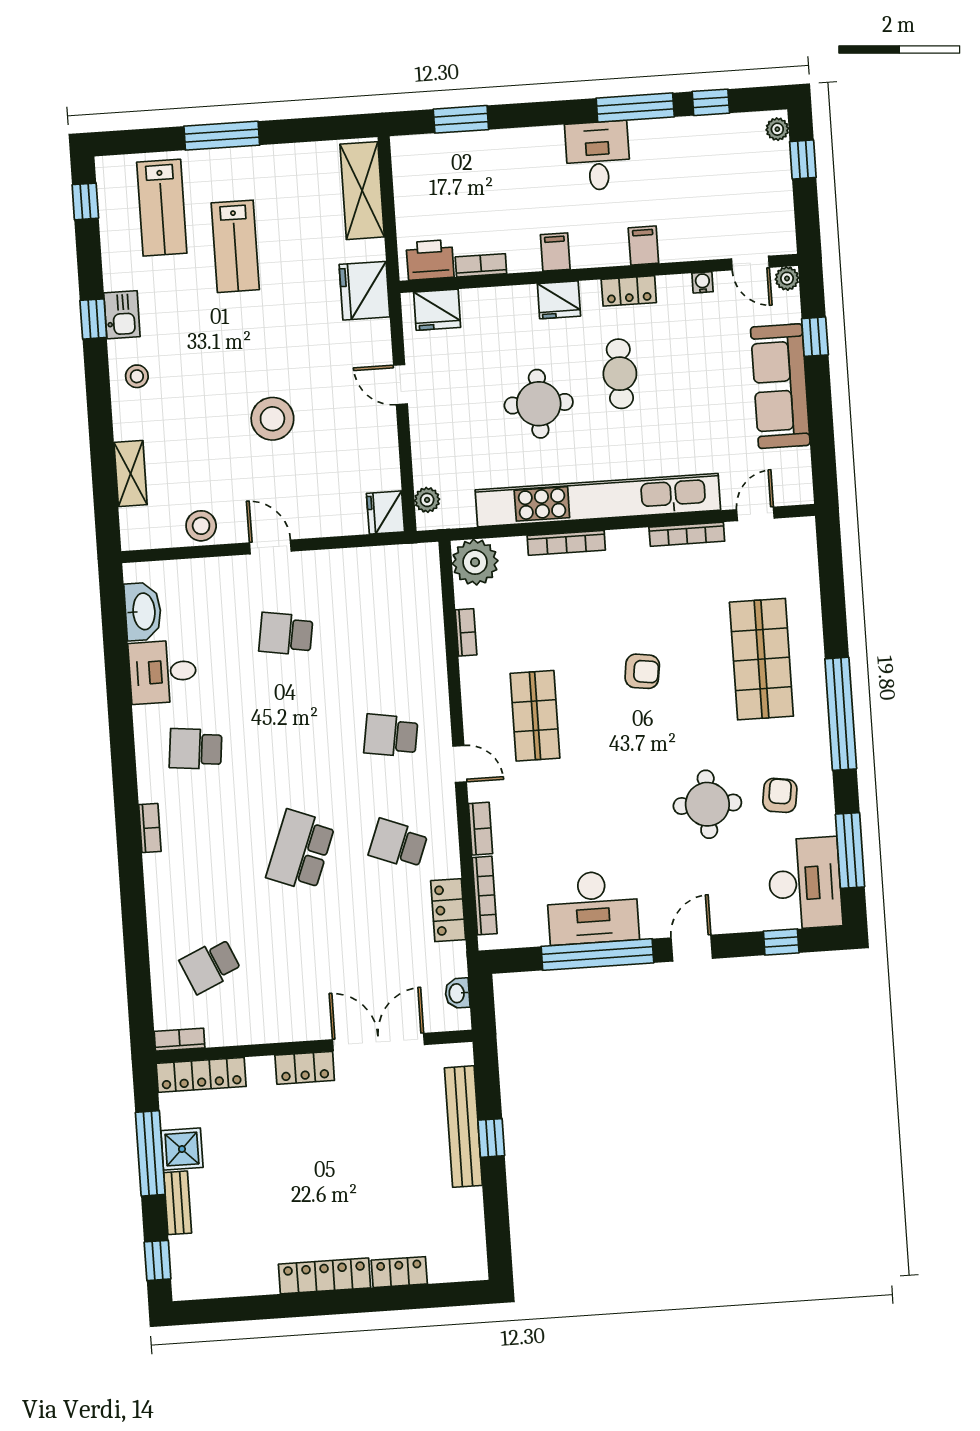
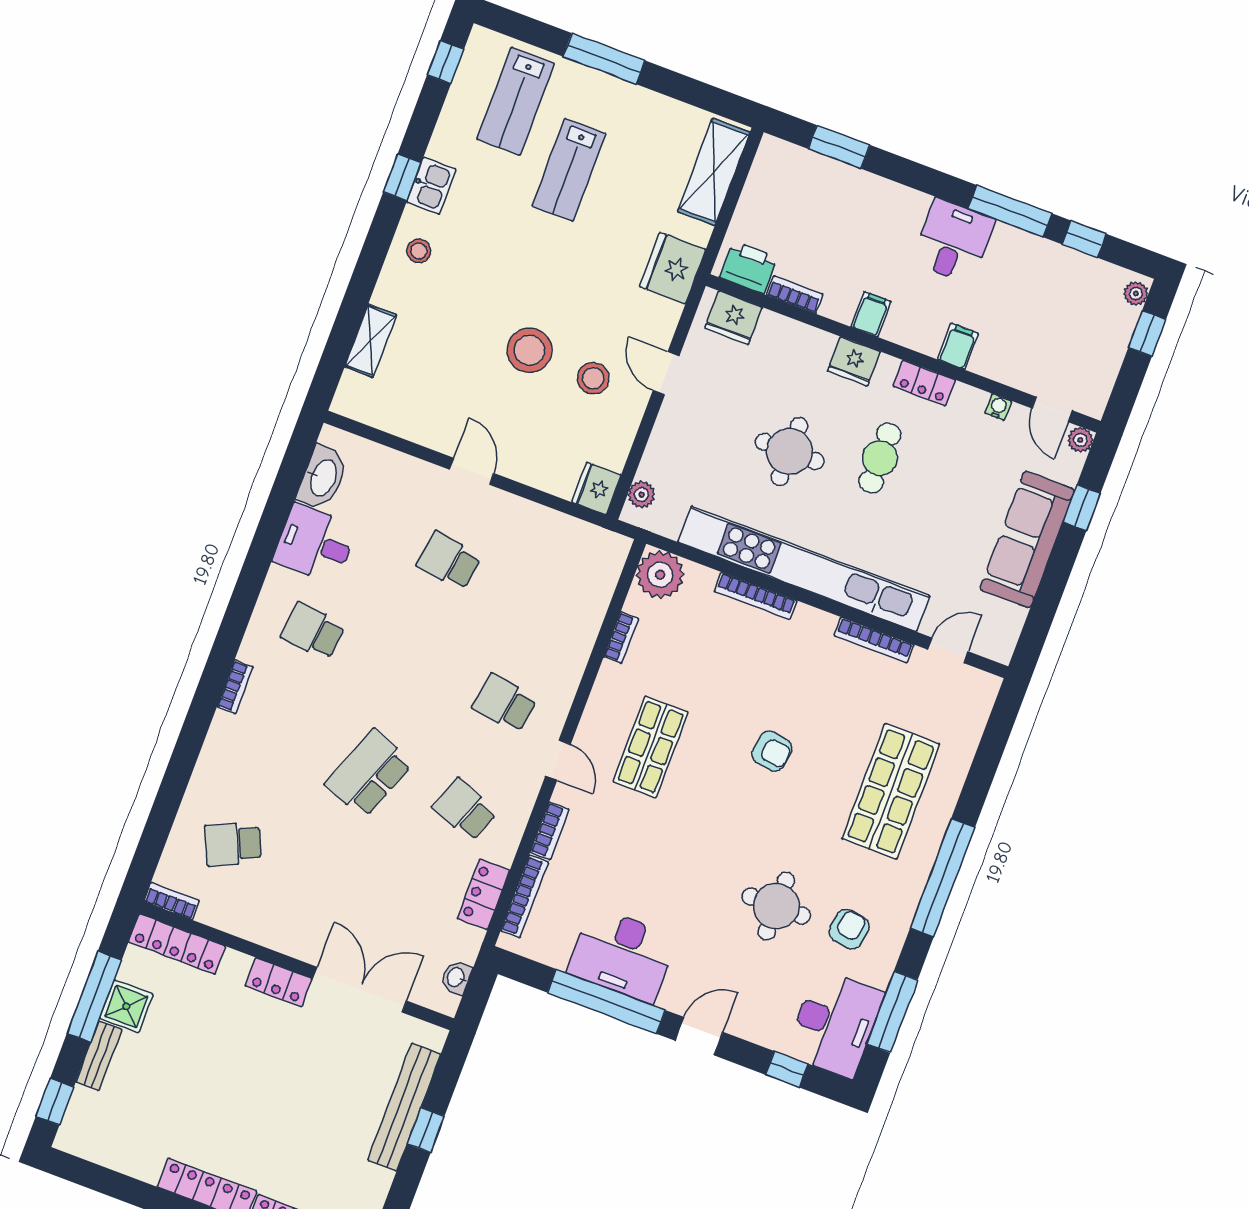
stool: (201, 526) -> (593, 378), moved

